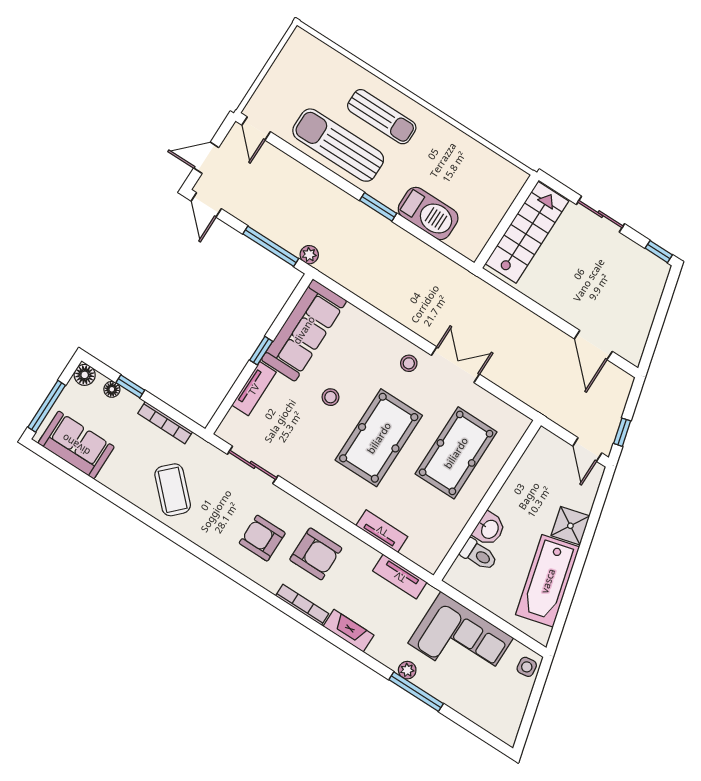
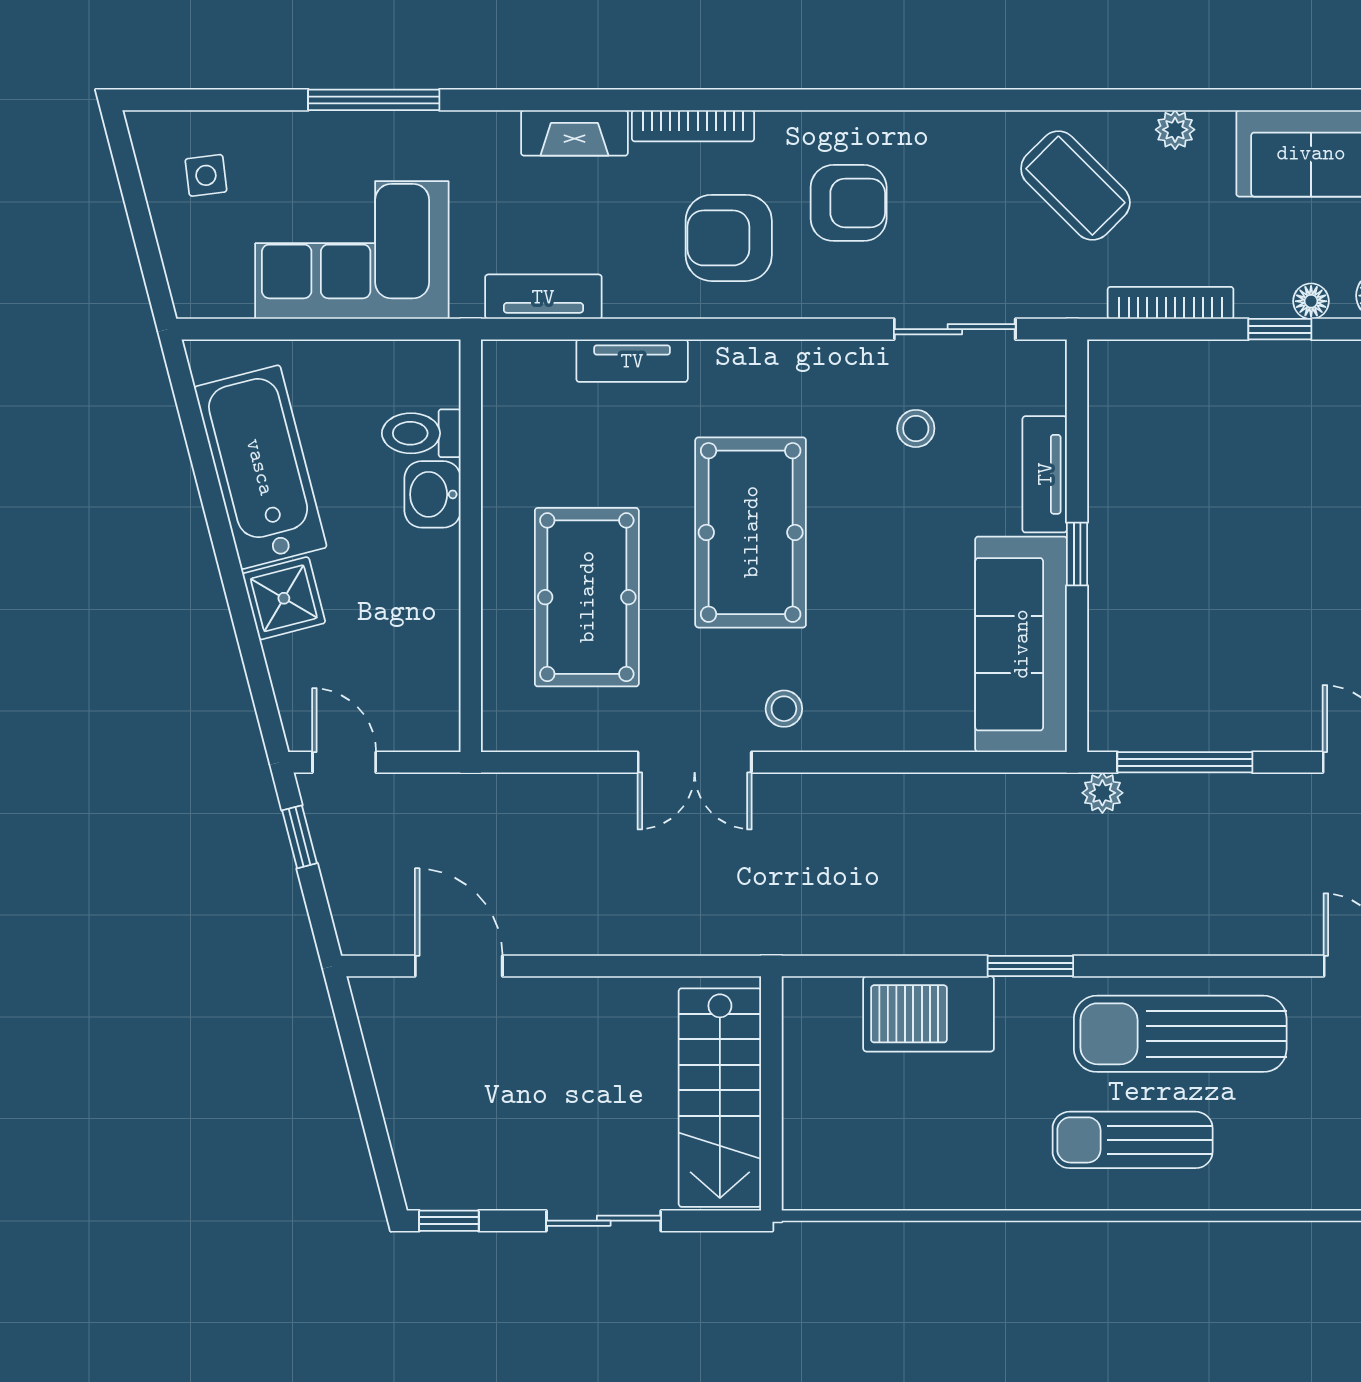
sun lounger: (338, 145) -> (1180, 1034), turned 180
stool: (331, 397) -> (916, 428), moved
side table: (527, 667) -> (206, 175), moved
plant: (407, 670) -> (1175, 130), moved

